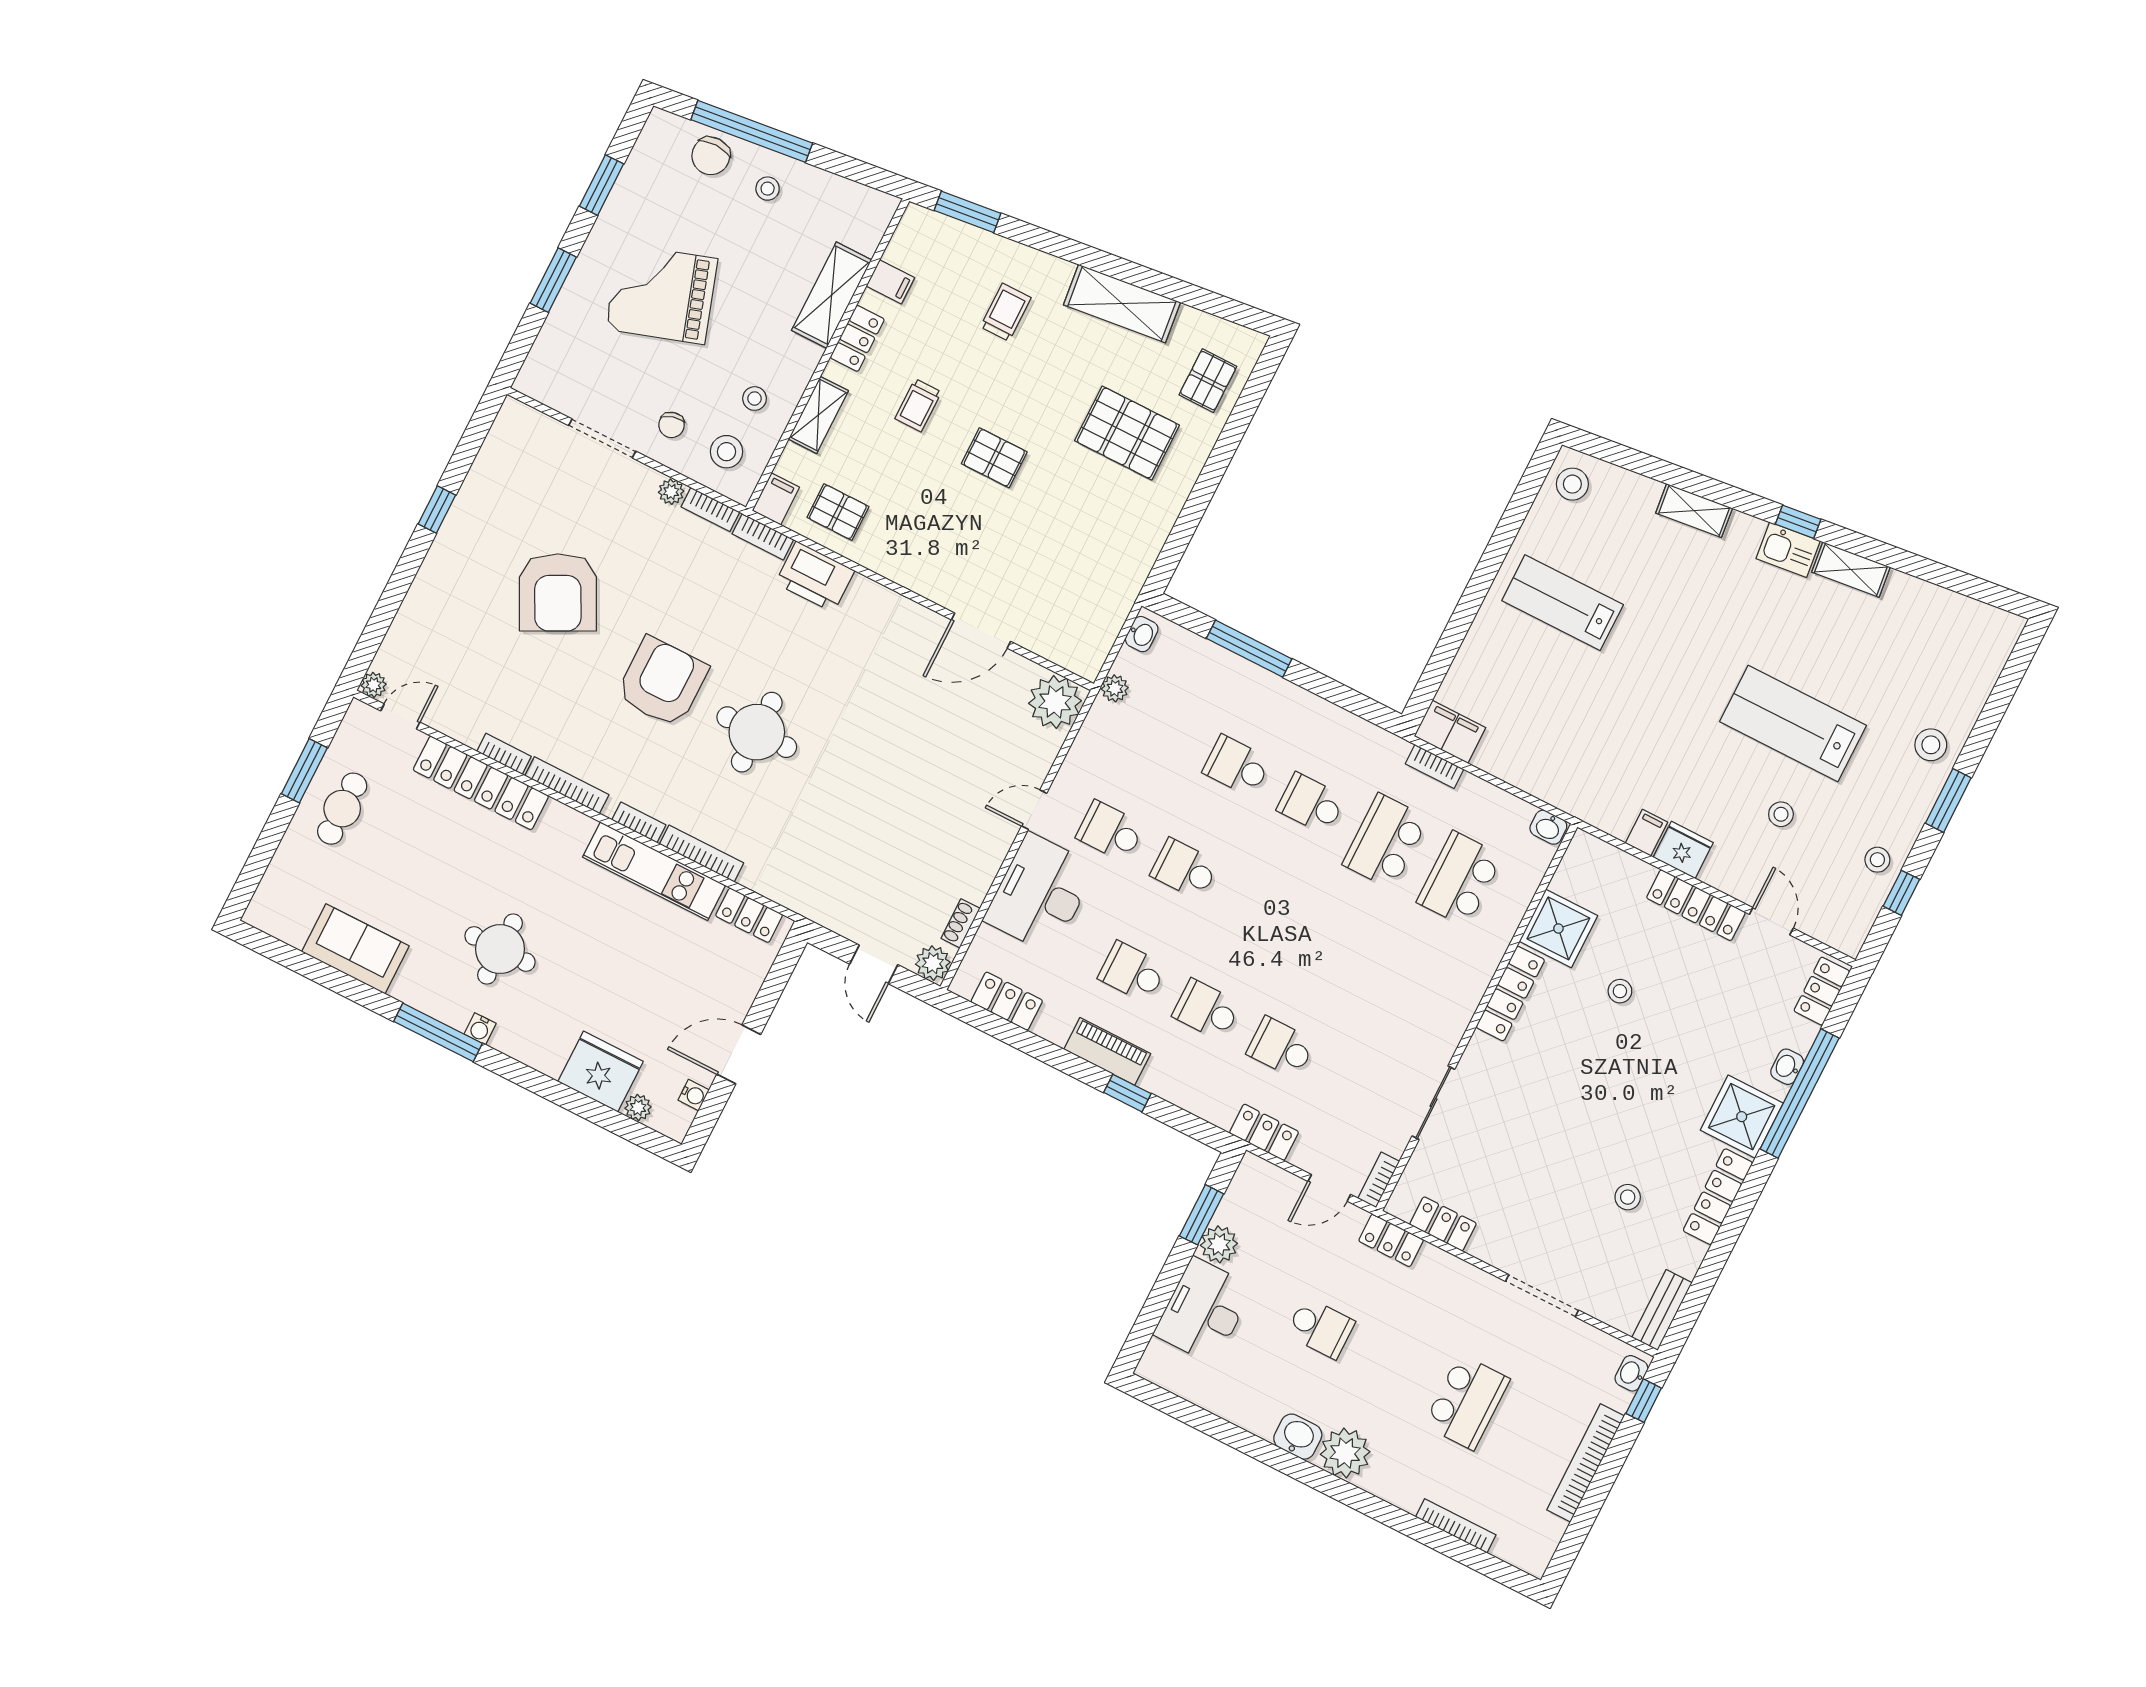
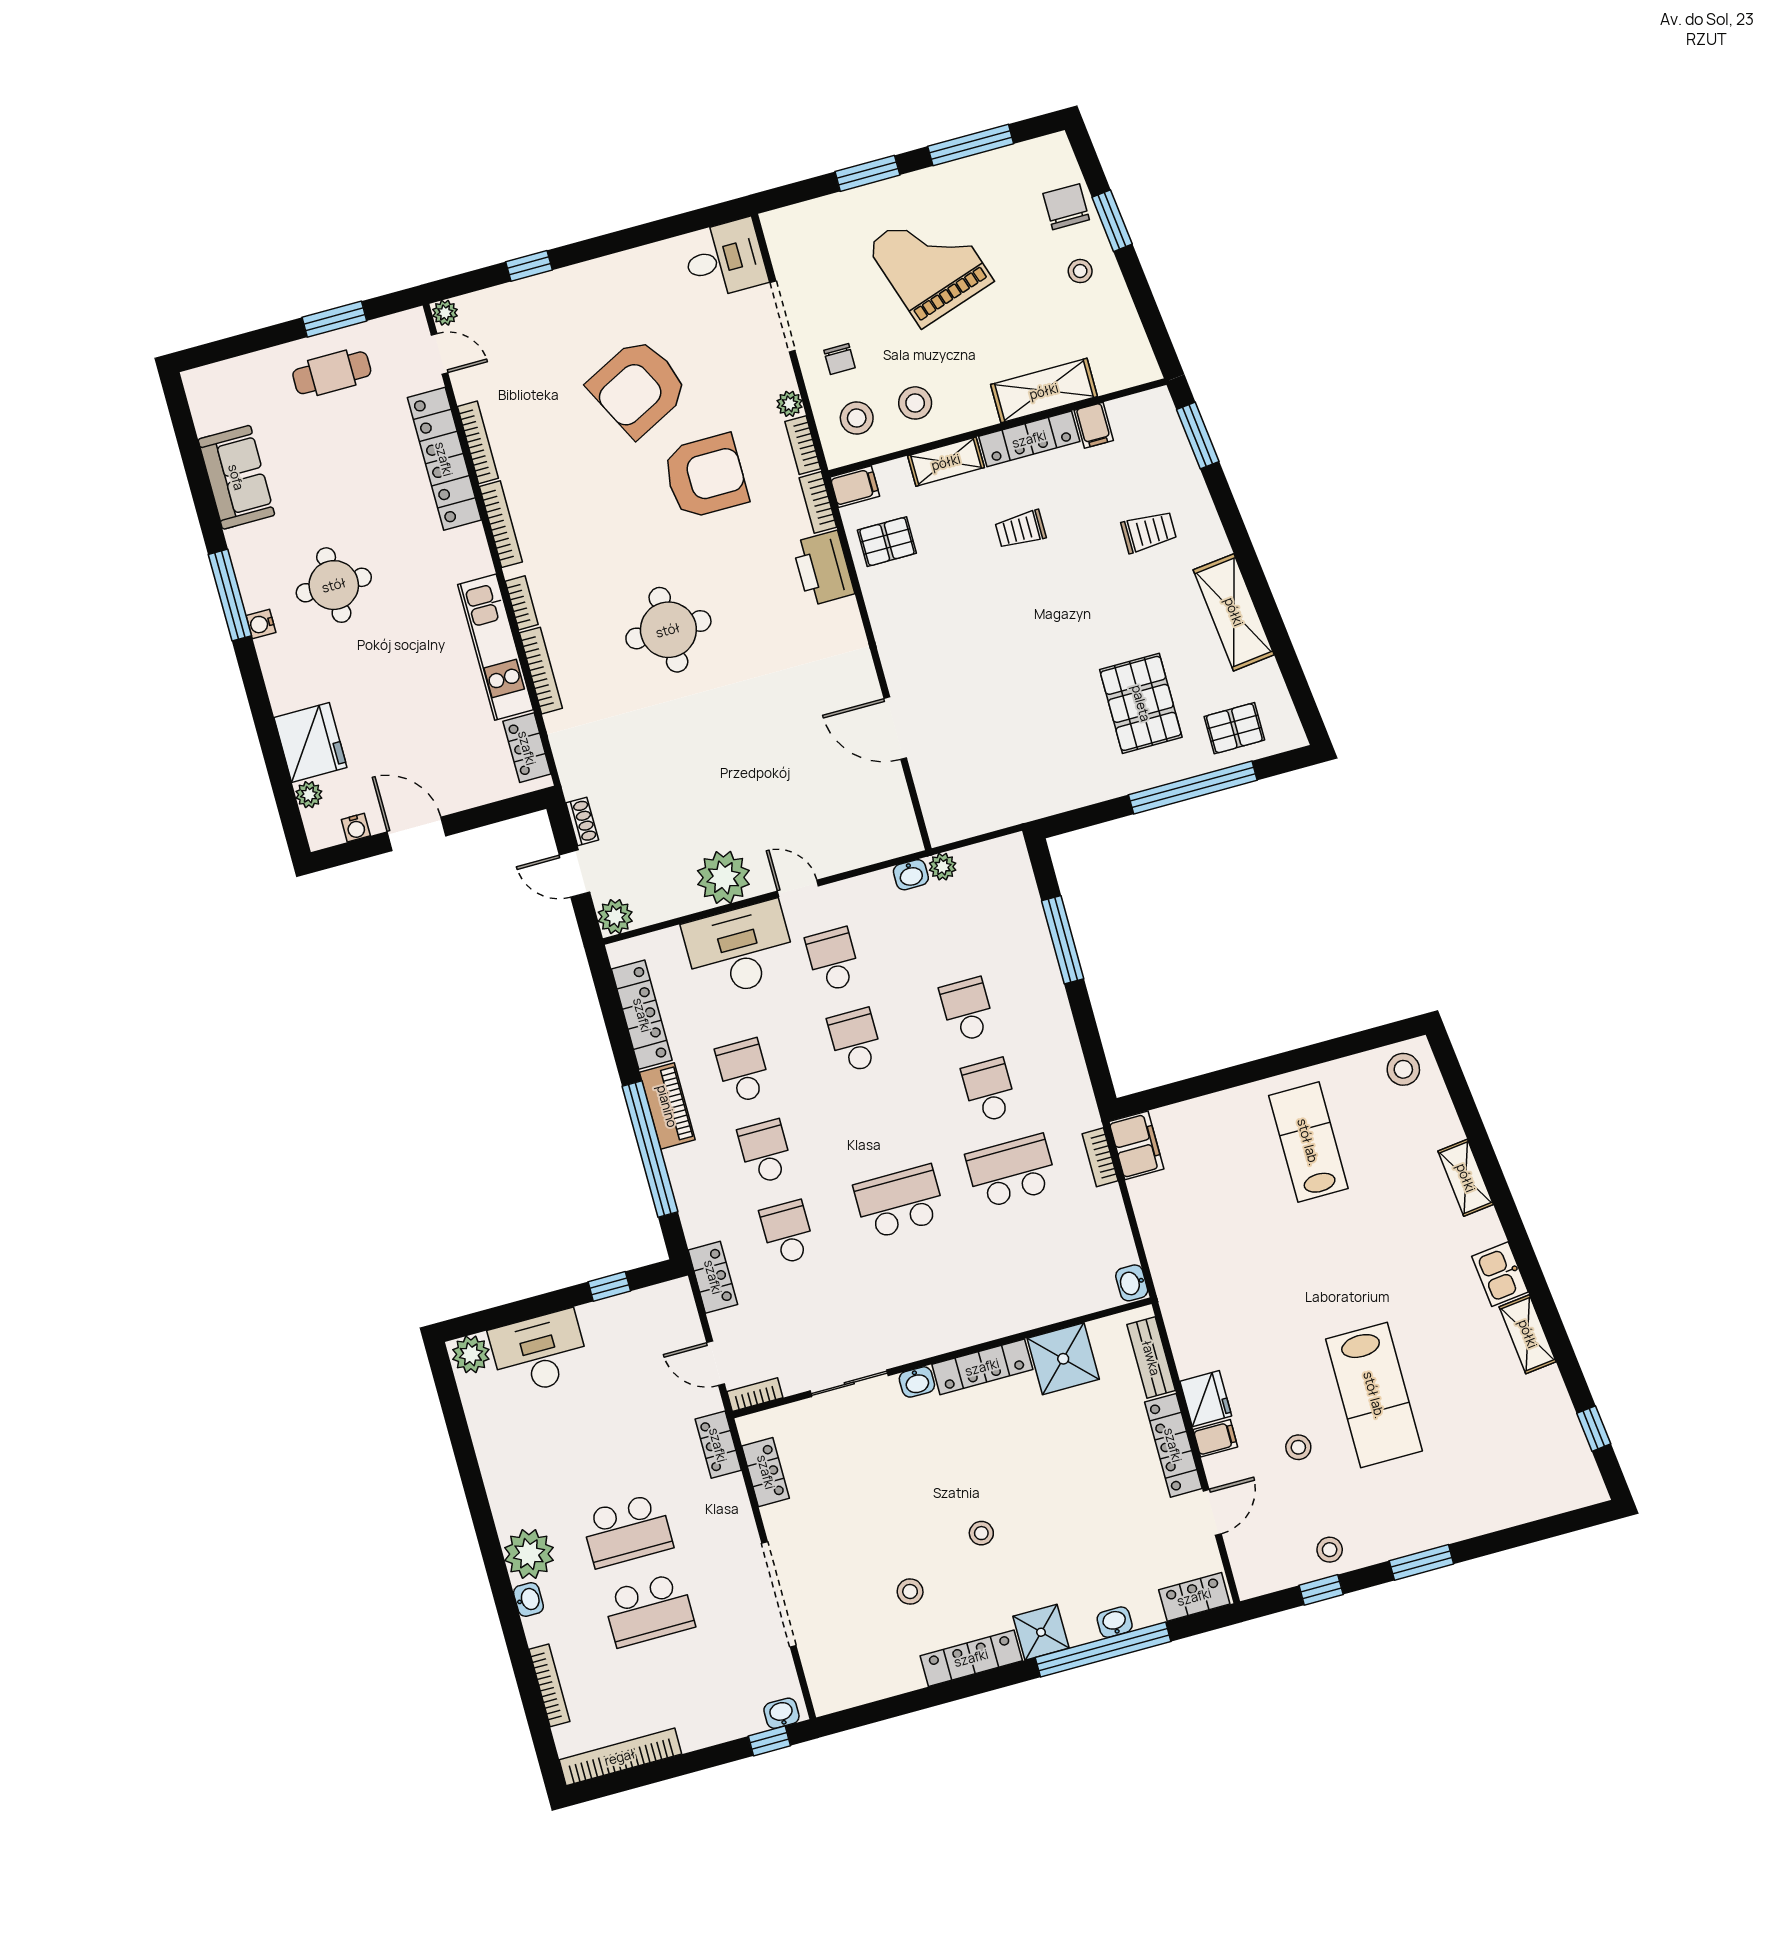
window: (752, 131) -> (1112, 221), width x0.47
chair: (711, 156) -> (1066, 207), turned 89
window: (601, 185) -> (971, 145), width x1.44
locker: (857, 338) -> (1029, 439), width x1.53
stool: (755, 399) -> (915, 403), width x1.37, depth x1.37
chair: (672, 425) -> (840, 359), turned -75
desk: (521, 443) -> (725, 259), added
window: (1224, 451) -> (1193, 788), added
pallet: (994, 458) -> (1033, 621), removed
window: (437, 509) -> (529, 266), moved
pallet: (838, 512) -> (887, 542), turned 90
window: (1798, 522) -> (1594, 1429), moved
washbasin: (1142, 634) -> (911, 875), moved
armchair: (662, 682) -> (705, 476), moved
plant: (1055, 702) -> (723, 877), moved
lab bench: (1793, 724) -> (1374, 1395), turned 180
stool: (1931, 745) -> (1451, 1512), removed
bookcase: (504, 754) -> (478, 442), width x1.56
filing cabinet: (1646, 833) -> (1215, 1438), moved
school desk: (1460, 879) -> (899, 1202), moved
shoe rack: (961, 923) -> (582, 821), moved, turned 90
door: (874, 964) -> (575, 874), hinge flipped
stool: (1620, 991) -> (981, 1533), moved
locker: (1007, 1001) -> (642, 1015), width x1.53
washbasin: (1478, 1052) -> (917, 1382), added
window: (1127, 1093) -> (650, 1149), width x3.17
shower: (1742, 1117) -> (1041, 1632), width x0.73, depth x0.73
window: (1202, 1215) -> (609, 1286), width x0.67
plant: (1219, 1244) -> (471, 1354), moved
doorway: (1542, 1296) -> (779, 1594), width x1.36
bench: (1662, 1310) -> (1151, 1358), moved, turned 90
school desk: (1320, 1328) -> (627, 1531), moved, width x1.85
washbasin: (1298, 1437) -> (528, 1599), moved, width x0.72, depth x0.69
bookcase: (1586, 1463) -> (620, 1757), moved

